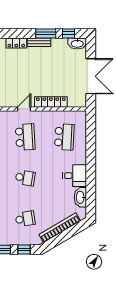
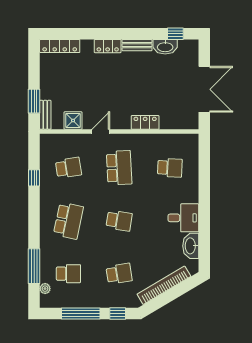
window: (46, 33) -> (146, 34), removed
washbasin: (77, 43) -> (165, 47), moved
locker: (51, 102) -> (145, 122), width x0.66
door: (24, 109) -> (101, 131), moved
school desk: (64, 137) -> (170, 168), width x0.54

